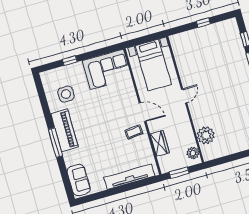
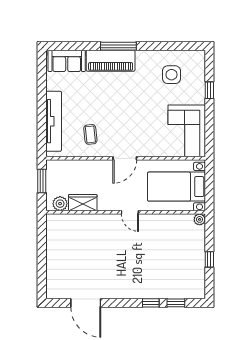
piano: (64, 130) -> (111, 61), moved
coffee table: (134, 132) -> (90, 134), moved
plant: (206, 135) -> (200, 219), moved, width x0.53, depth x0.53
wardrobe: (160, 143) -> (83, 203), moved, turned 180

